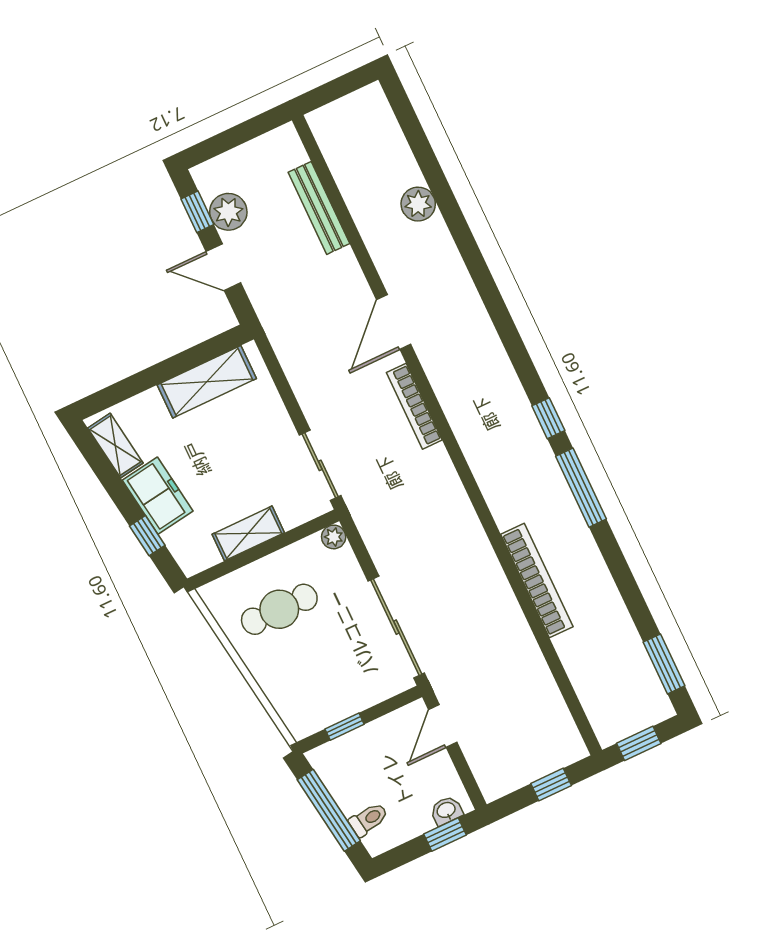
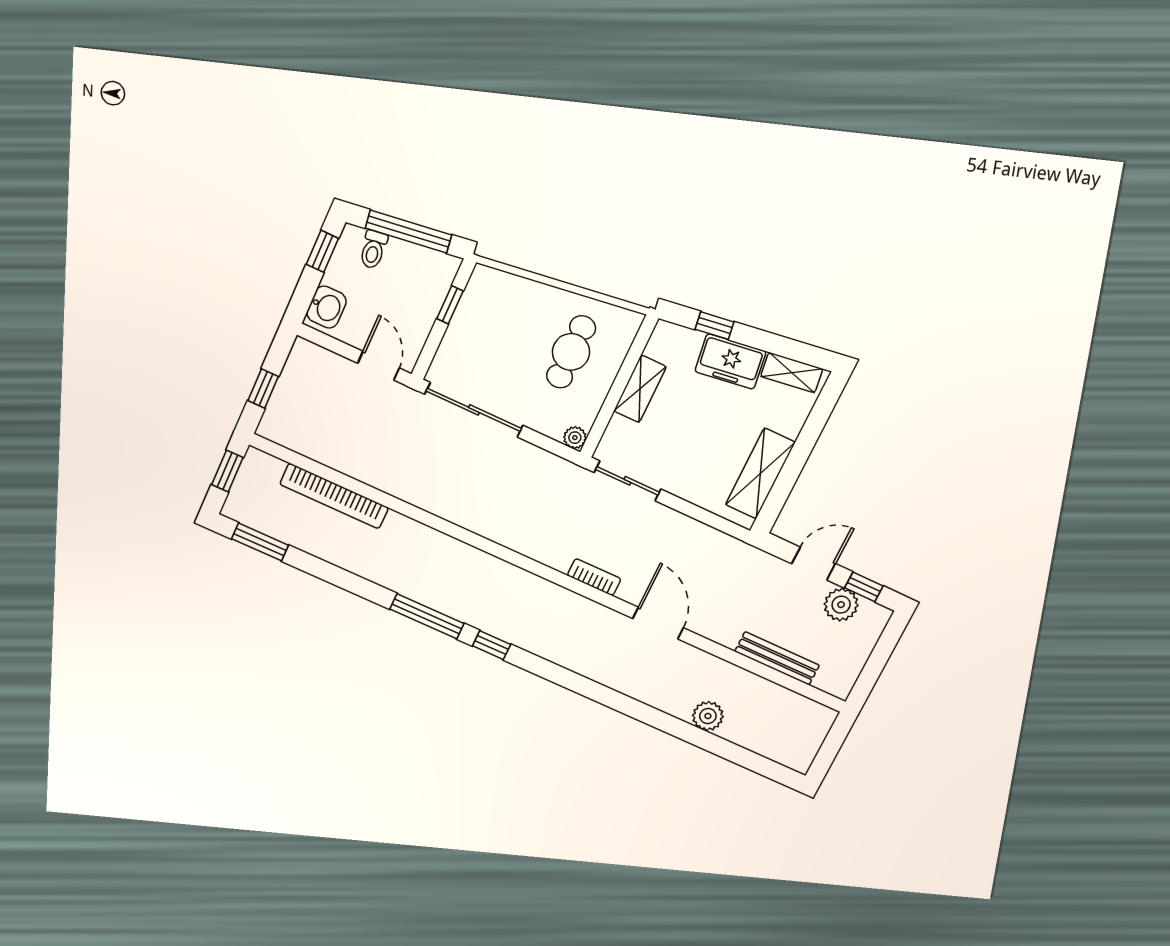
bookcase: (414, 406) -> (594, 577), width x0.64
bookcase: (537, 580) -> (334, 496), moved
washbasin: (446, 811) -> (326, 307), width x1.38, depth x1.45
window: (445, 835) -> (322, 251), moved

